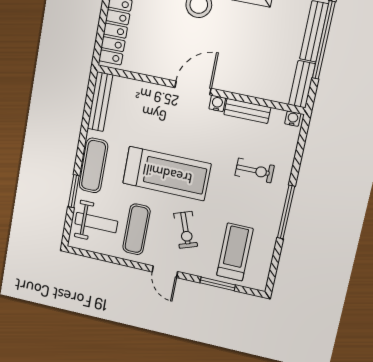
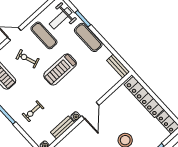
bench: (100, 102) -> (118, 66), width x0.73
treadmill: (167, 174) -> (60, 69), width x0.73, depth x0.73

